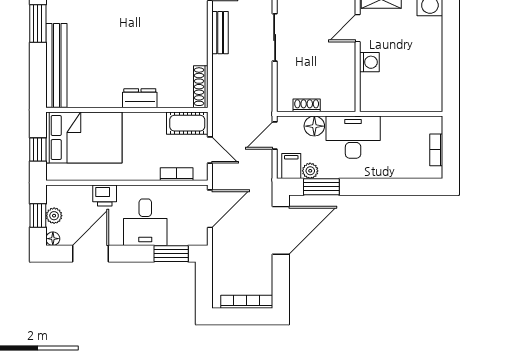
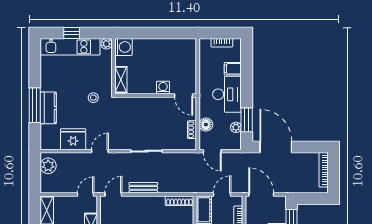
door: (358, 28) -> (184, 95), moved
desk: (353, 137) -> (227, 94), moved, turned 180
filing cabinet: (291, 166) -> (233, 69), moved

